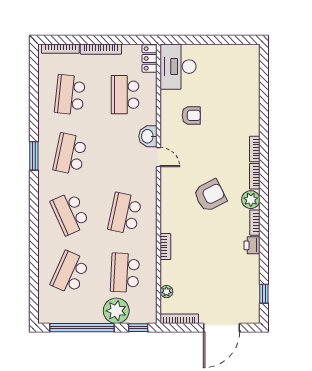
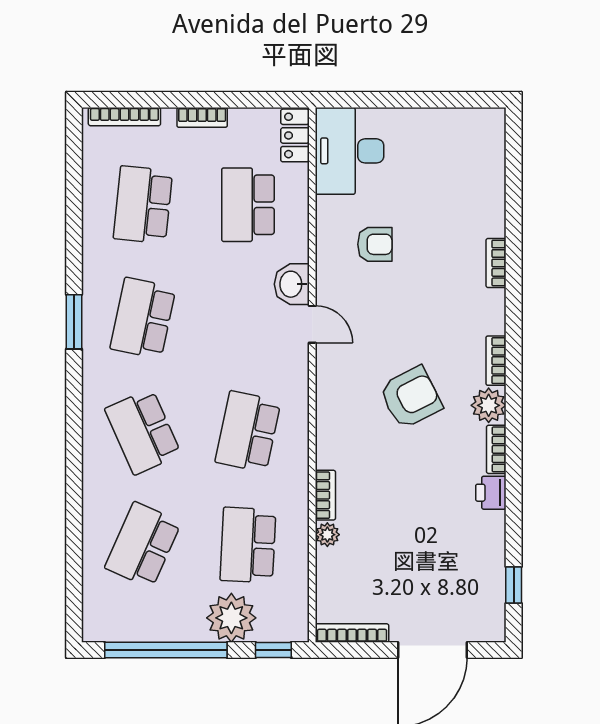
bookcase: (101, 49) -> (202, 117), width x0.64
bookcase: (255, 149) -> (496, 263), moved
plant: (166, 292) -> (327, 535), moved

